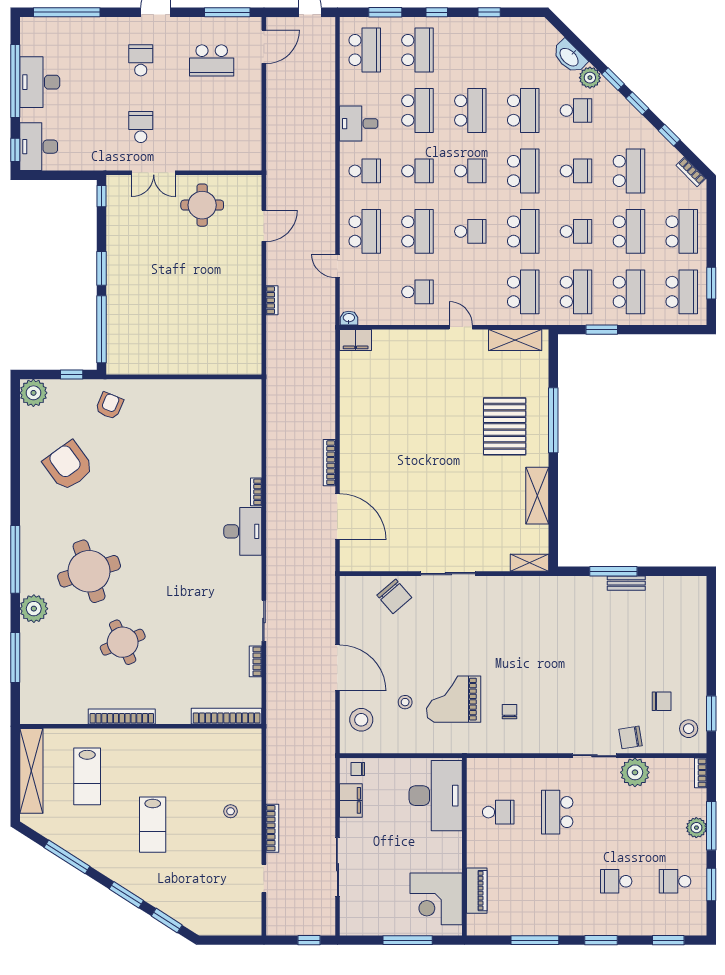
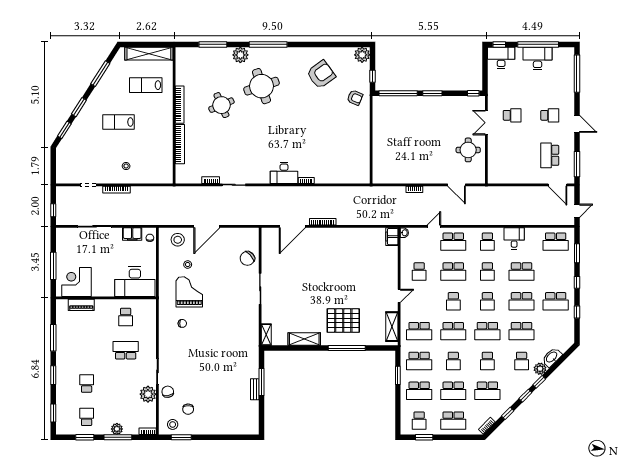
school desk: (418, 50) -> (556, 301), moved
school desk: (682, 292) -> (419, 421), width x0.54
bookcase: (227, 716) -> (180, 144), moved

